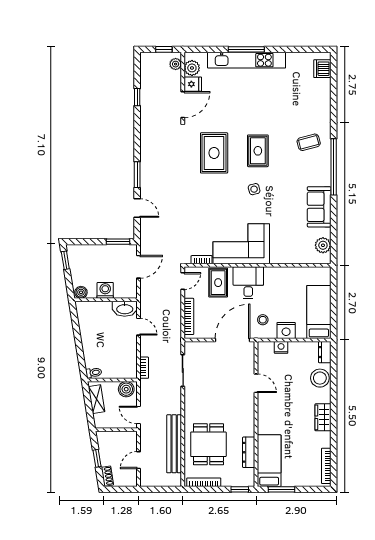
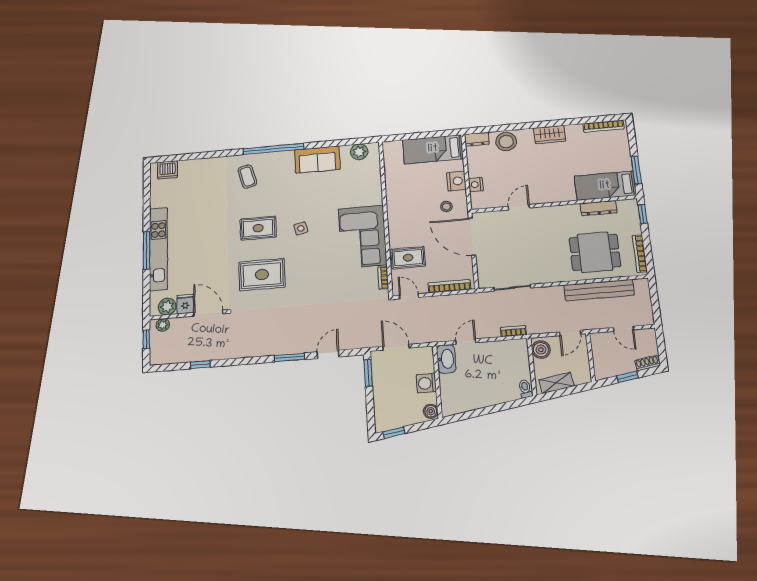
desk: (248, 283) -> (406, 225), removed

